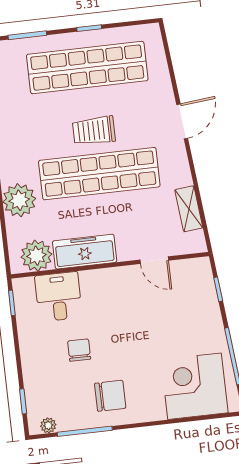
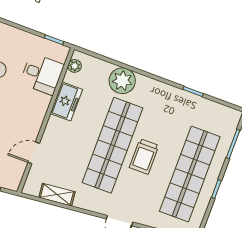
trolley: (94, 131) -> (144, 157), turned 180
freezer: (85, 252) -> (66, 101), width x0.71
plant: (36, 256) -> (75, 66), width x0.53, depth x0.53

